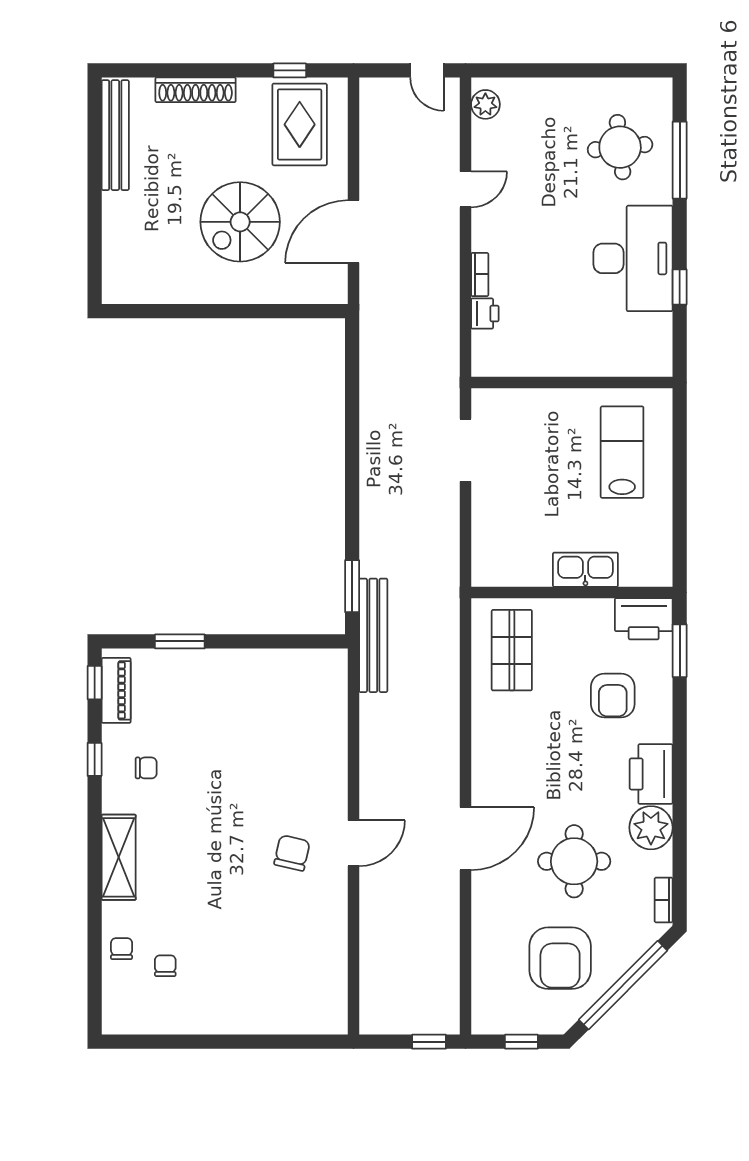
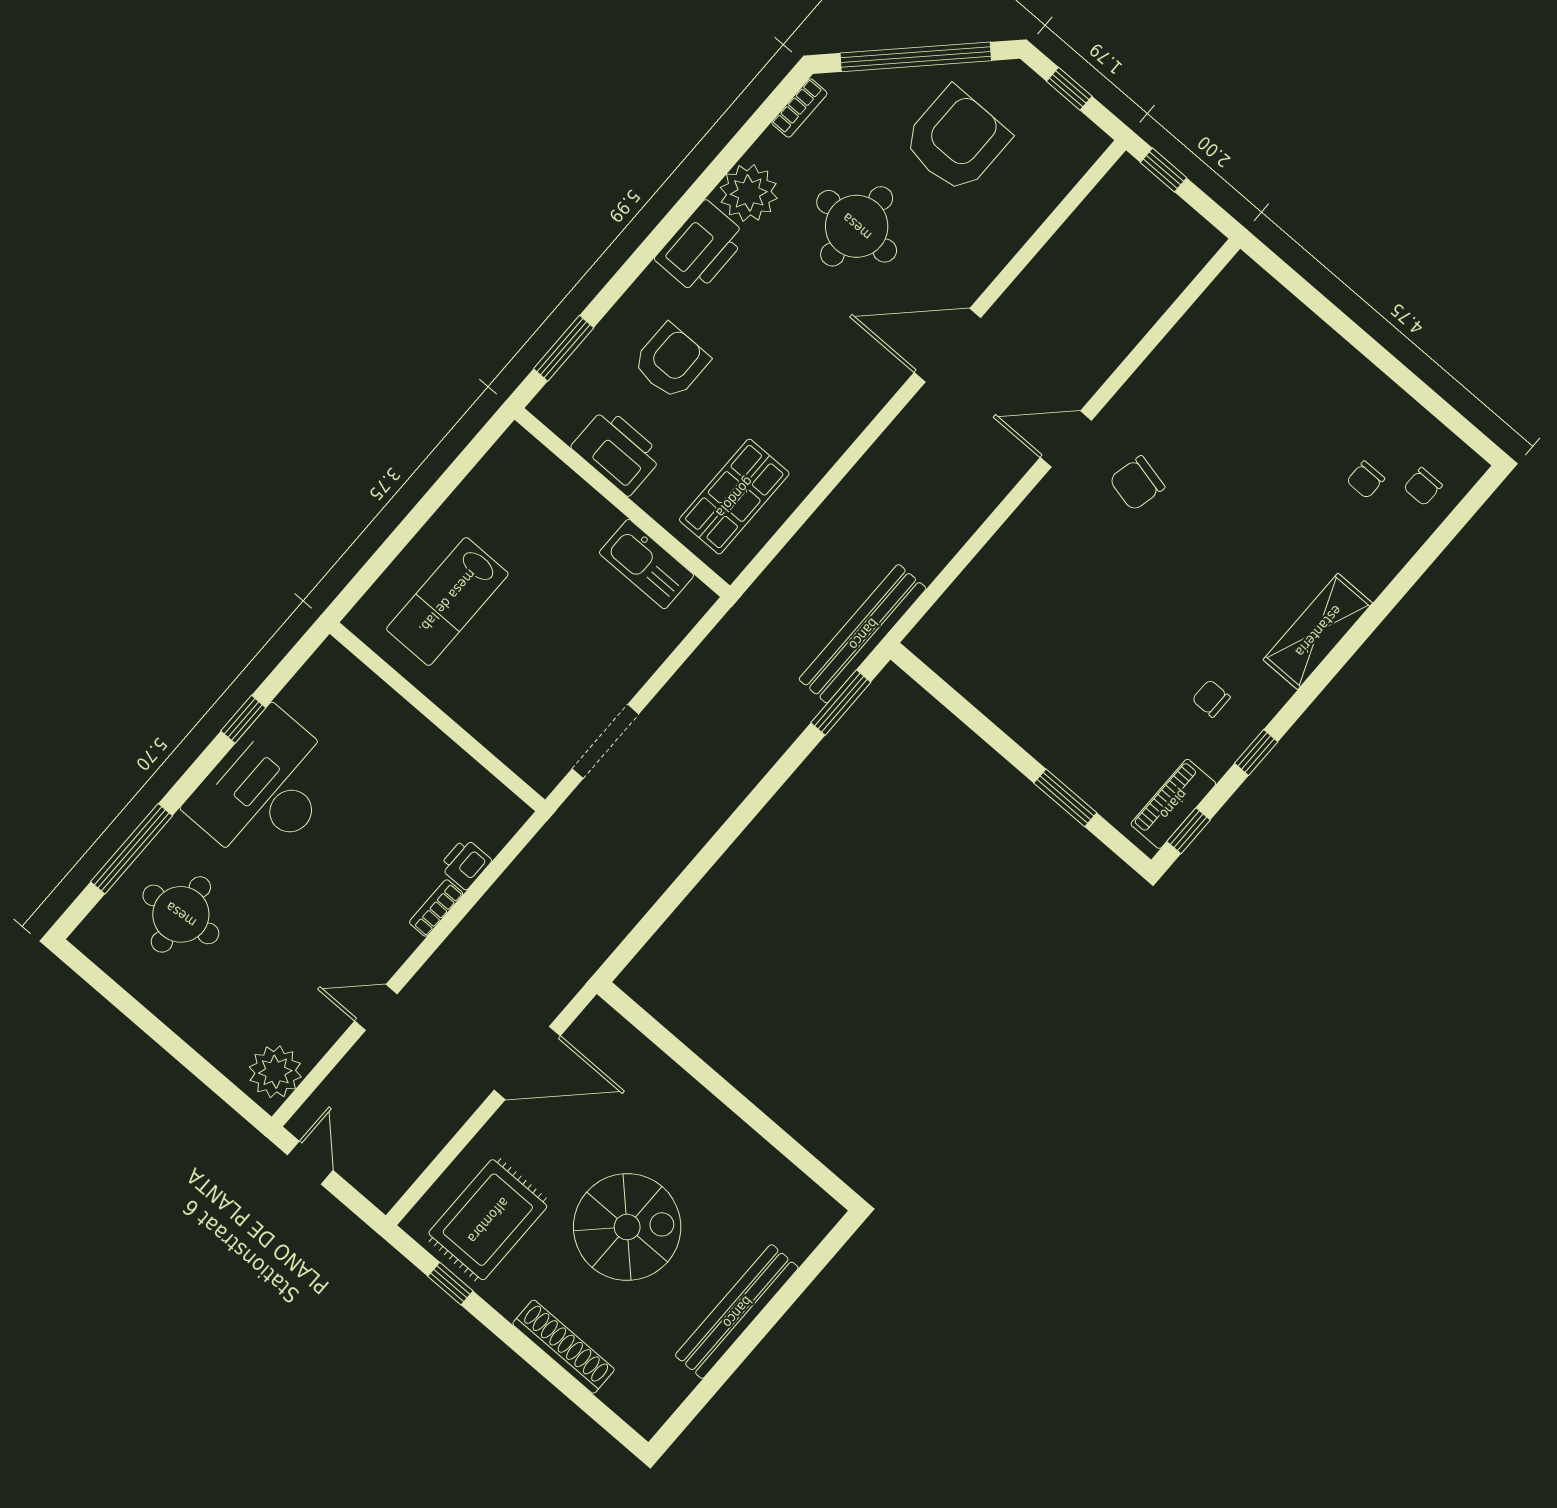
plant: (485, 104) -> (275, 1072), width x1.36, depth x1.36
bench: (115, 135) -> (737, 1312), moved
spiral stairs: (240, 222) -> (627, 1227), moved
kitchen sink: (585, 570) -> (646, 564), moved
printer: (644, 619) -> (617, 451), moved
chair: (122, 949) -> (1423, 487), moved

